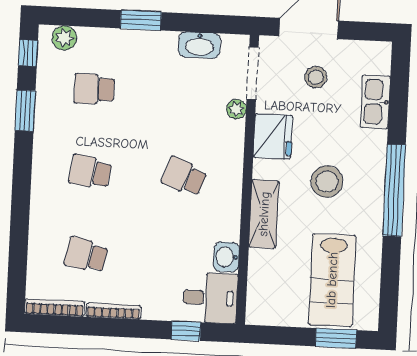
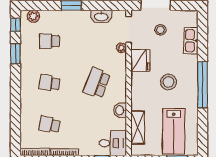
school desk: (184, 177) -> (97, 83), width x1.85
shelving: (264, 214) -> (138, 127), moved
washbasin: (226, 257) -> (120, 110), moved

